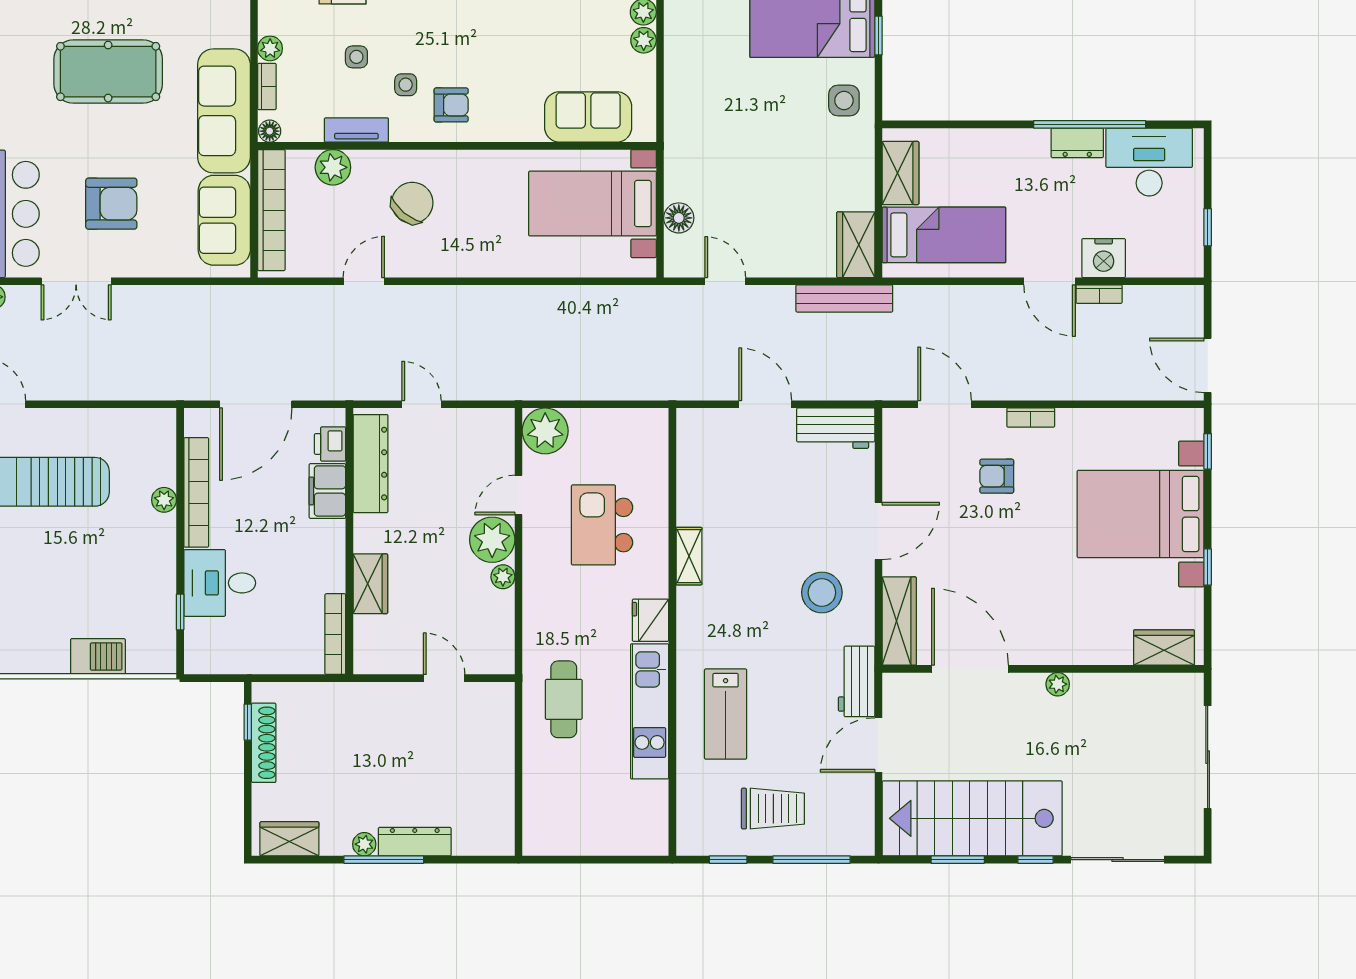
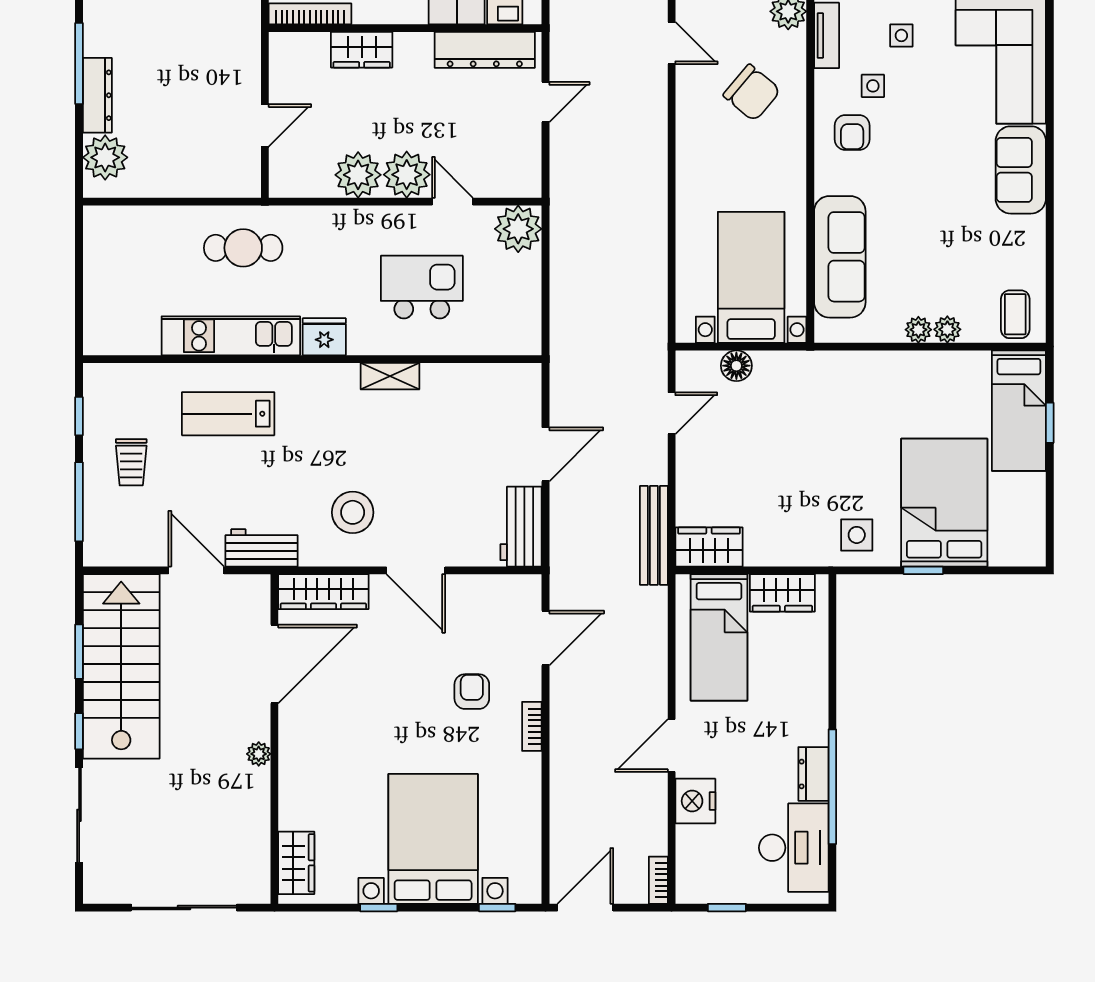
sofa: (588, 117) -> (840, 257), width x1.36
bookcase: (1099, 294) -> (658, 880), moved
plant: (503, 577) -> (358, 175), width x1.87, depth x1.87
trolley: (773, 809) -> (131, 462), width x0.73, depth x0.72
plant: (364, 844) -> (105, 157), moved, width x1.88, depth x1.88

